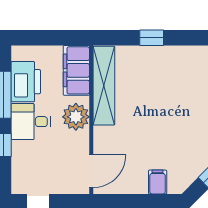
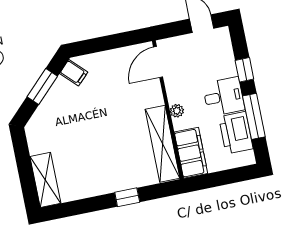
plant: (76, 117) -> (177, 111), width x0.53, depth x0.53
filing cabinet: (158, 182) -> (74, 73), moved, turned -45

